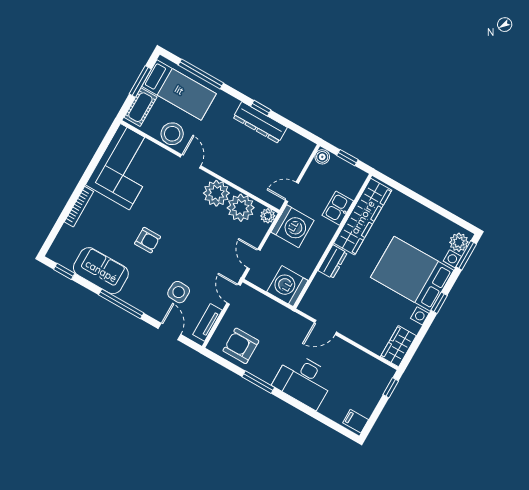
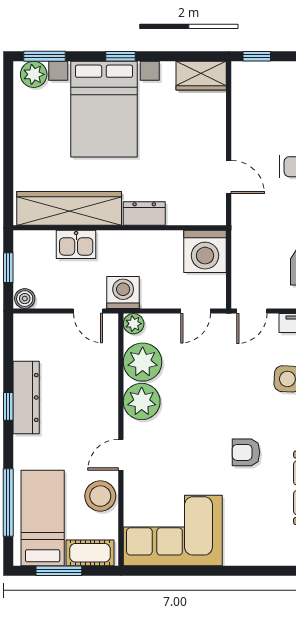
bookcase: (79, 207) -> (253, 558), removed
washing machine: (293, 226) -> (123, 292), width x0.73, depth x0.73
armchair: (148, 240) -> (246, 452), turned -90

